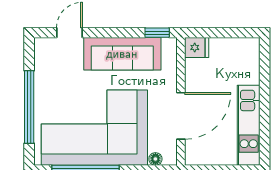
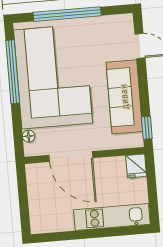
kitchen unit: (249, 125) -> (112, 217), moved

